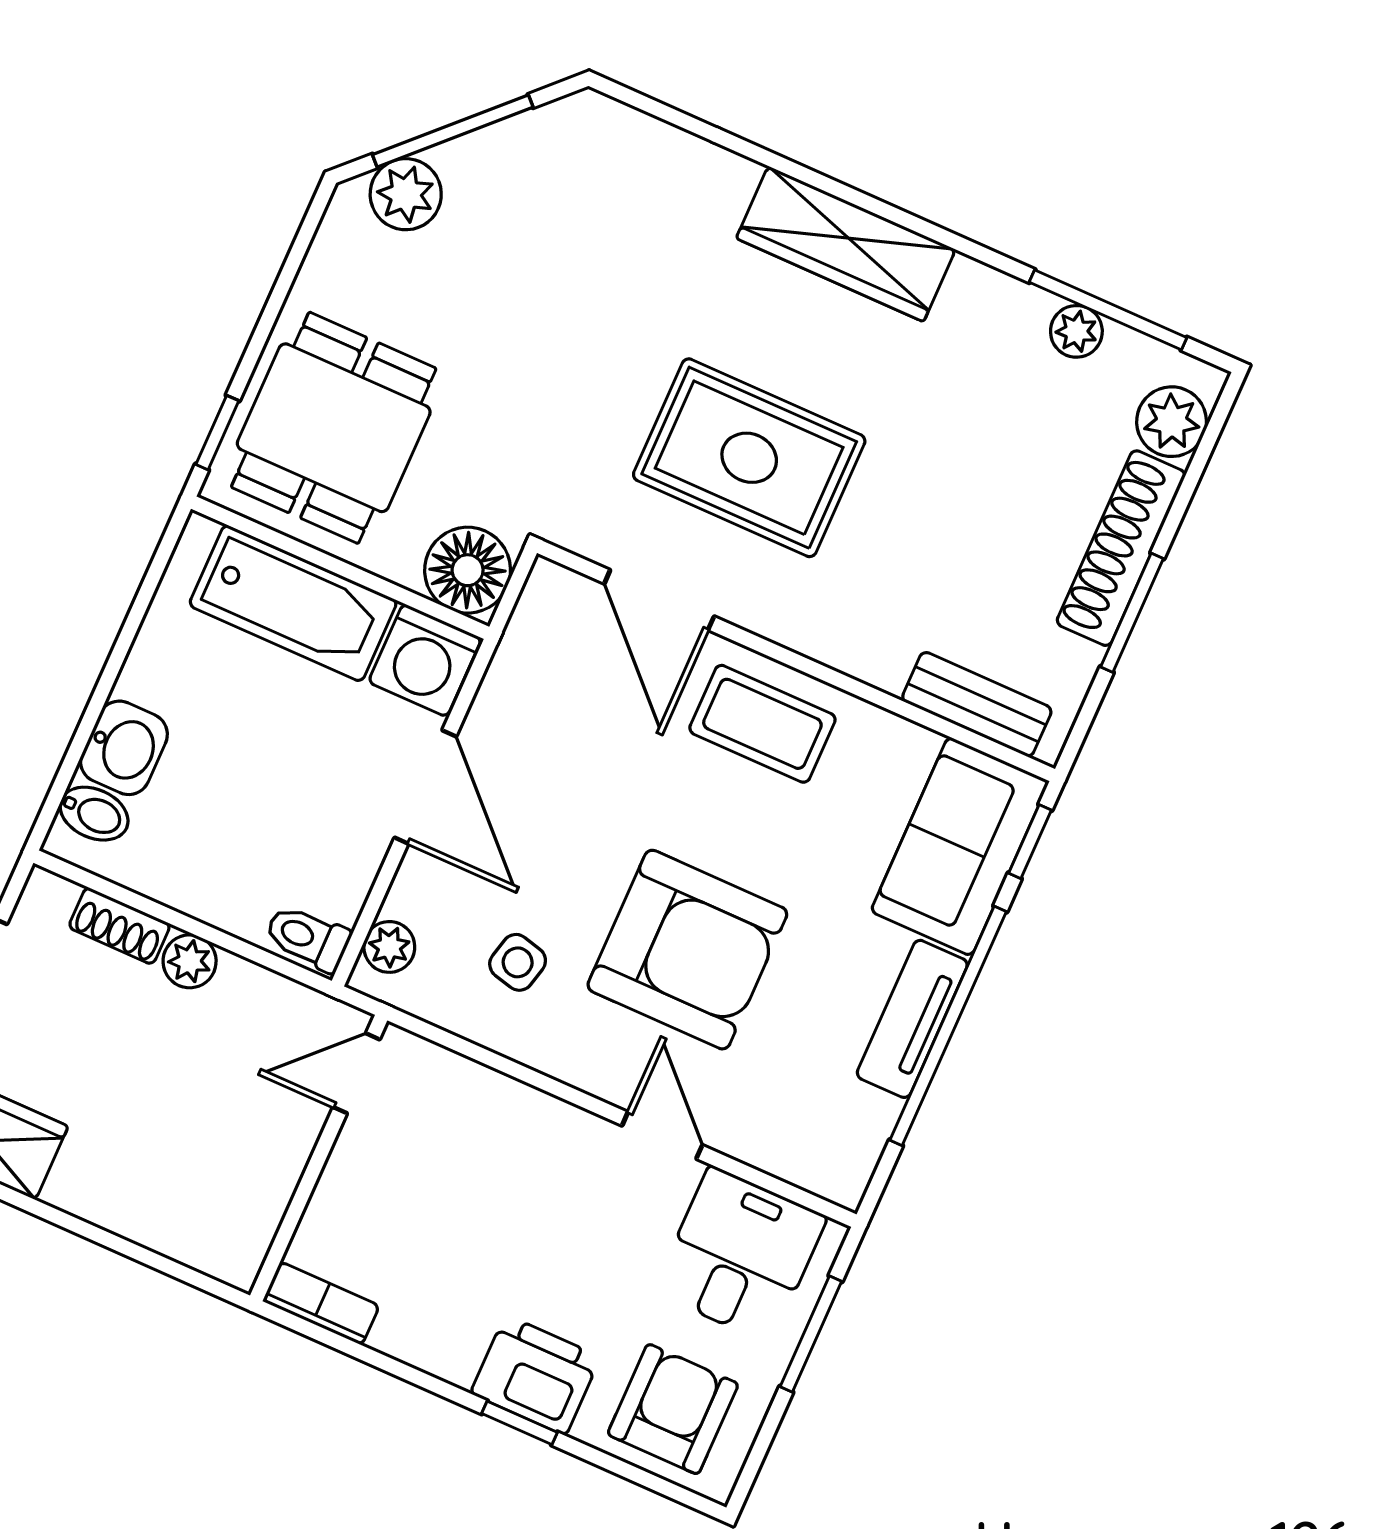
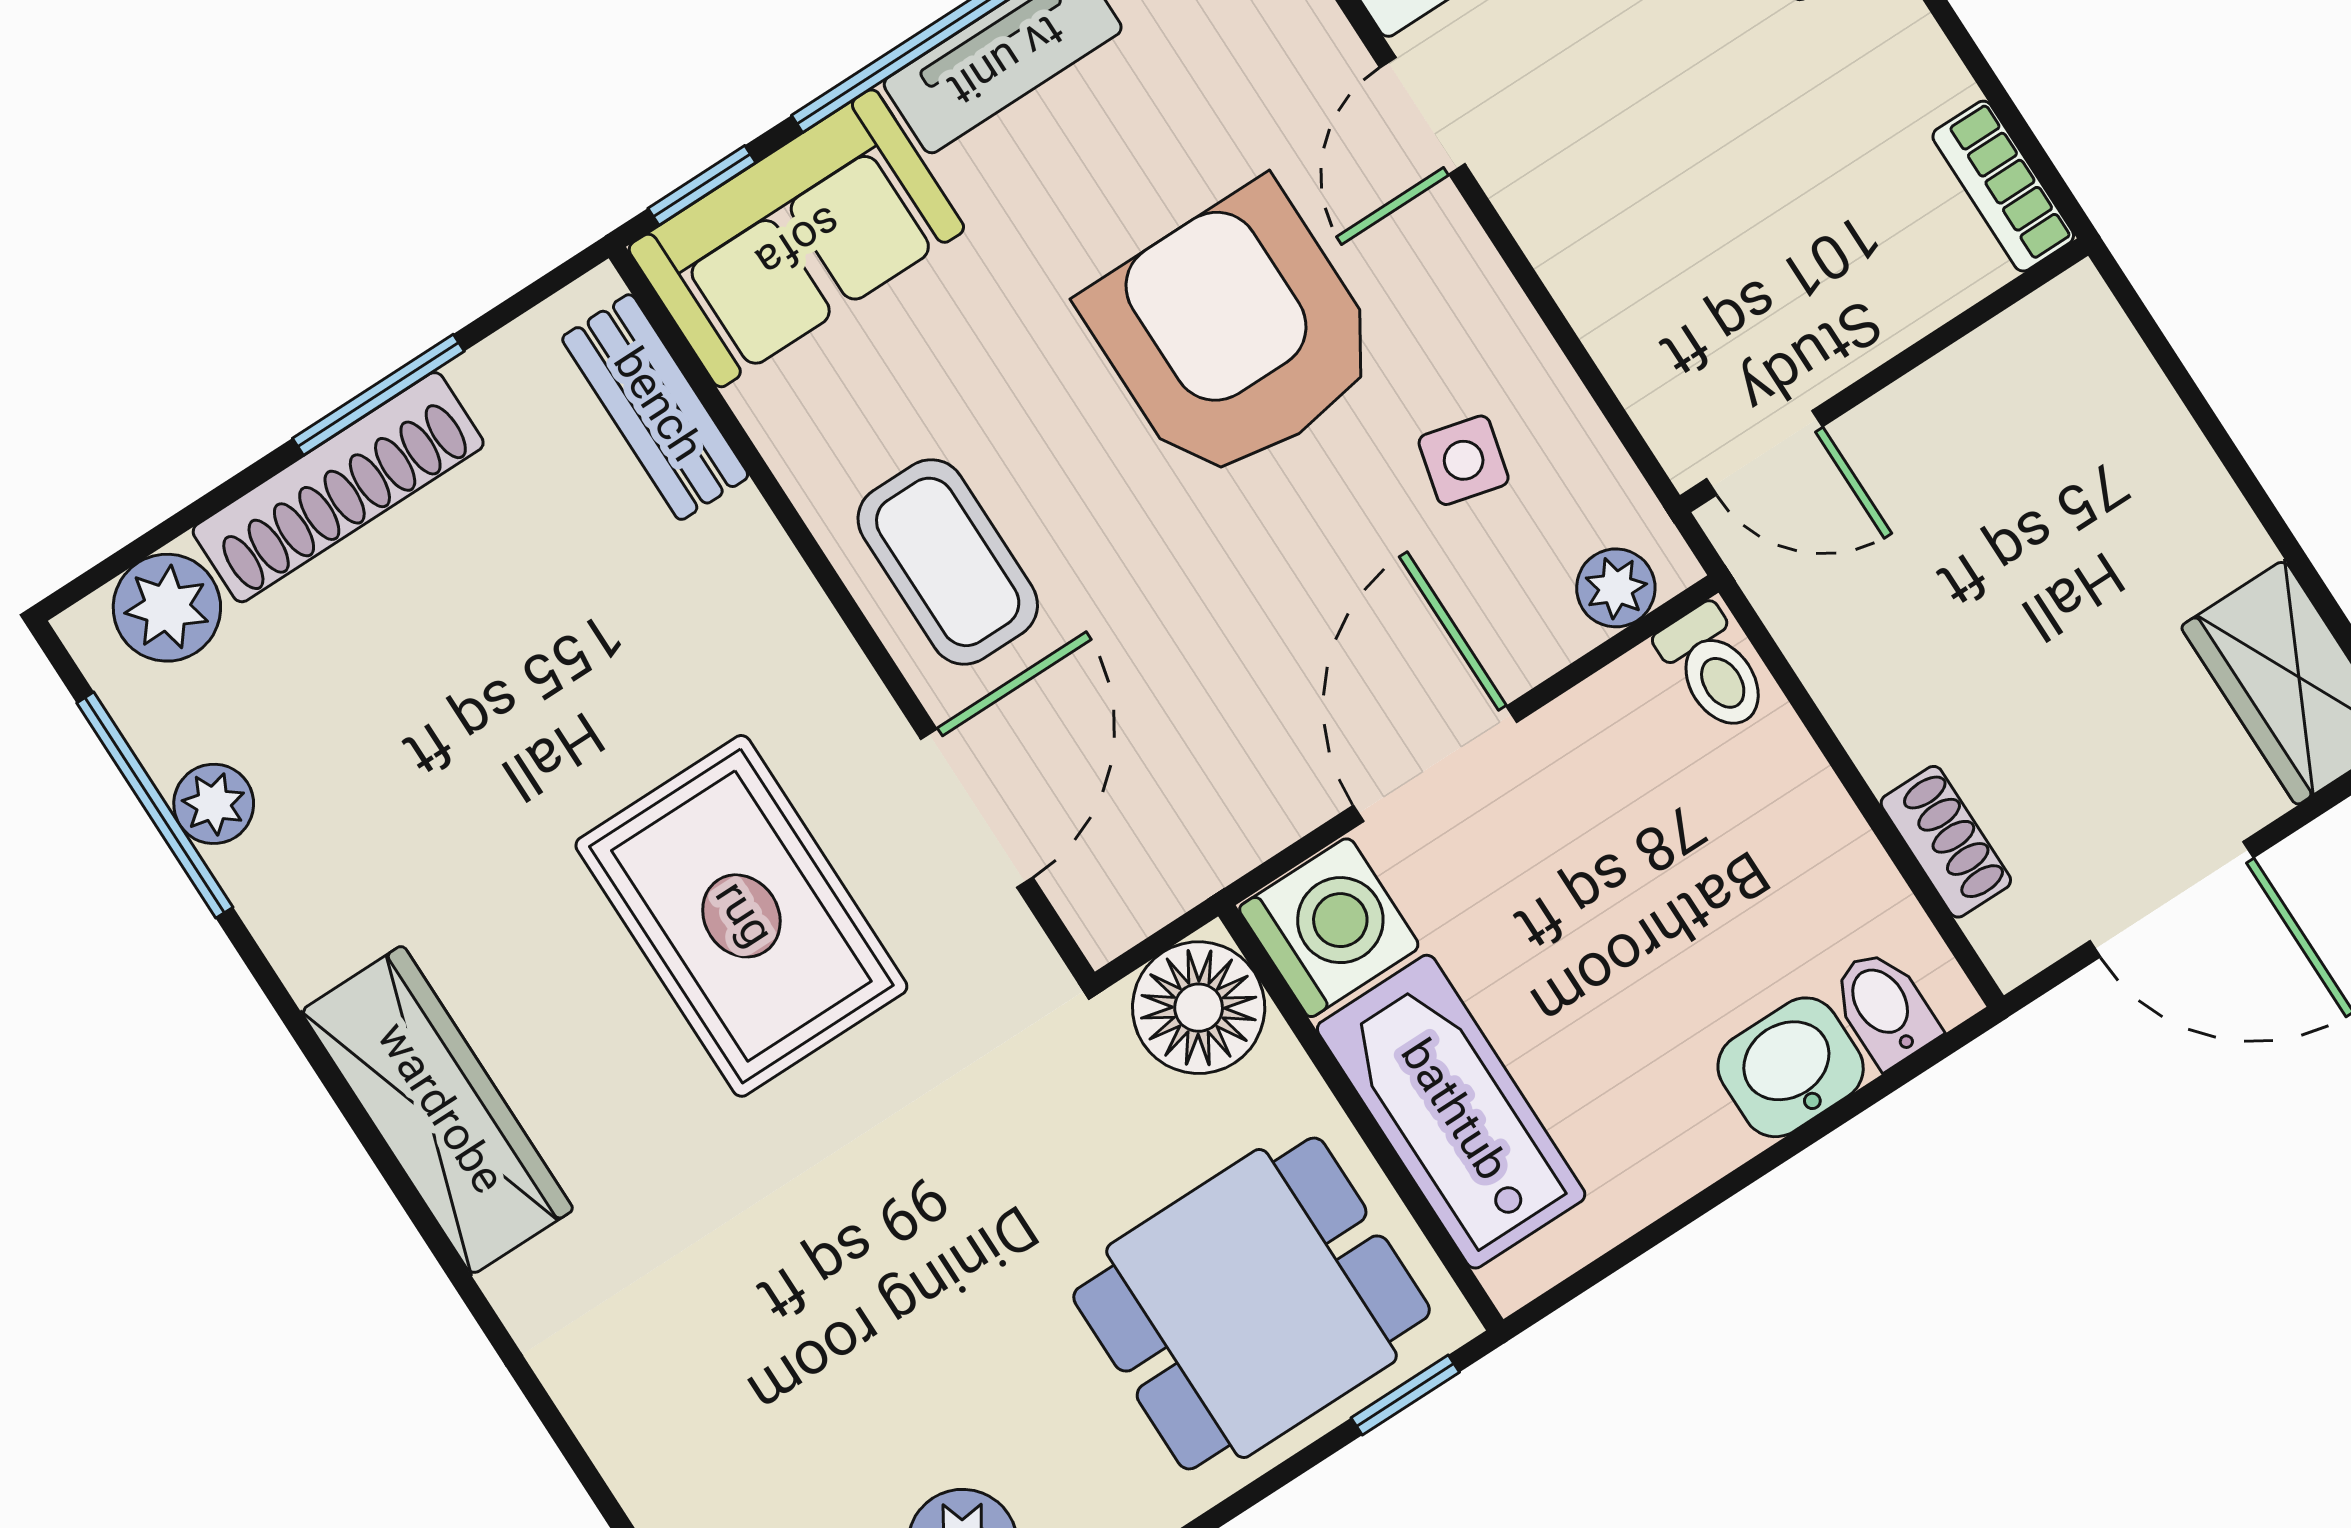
plant: (190, 961) -> (1885, 737), removed

